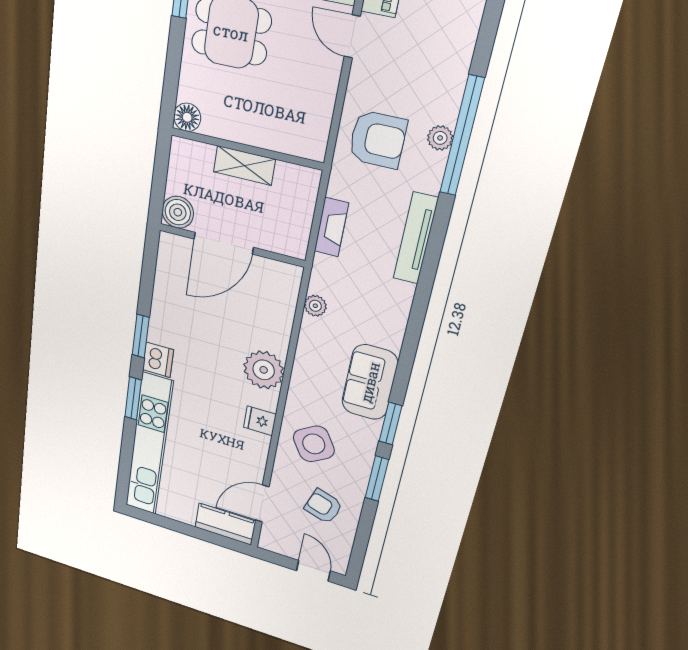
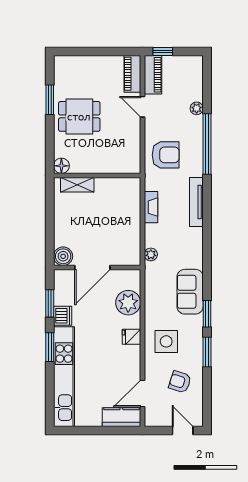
plant: (440, 138) -> (197, 108), moved
shelving: (244, 165) -> (77, 185), moved
boiler: (178, 212) -> (63, 256), moved
door: (224, 243) -> (92, 268), moved
wall: (231, 245) -> (97, 268), moved
side table: (314, 444) -> (166, 341), turned 32

